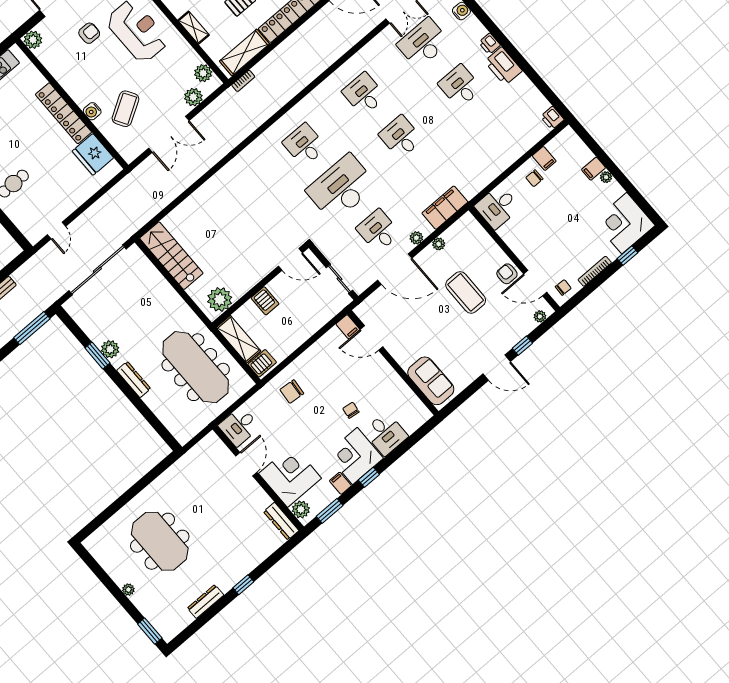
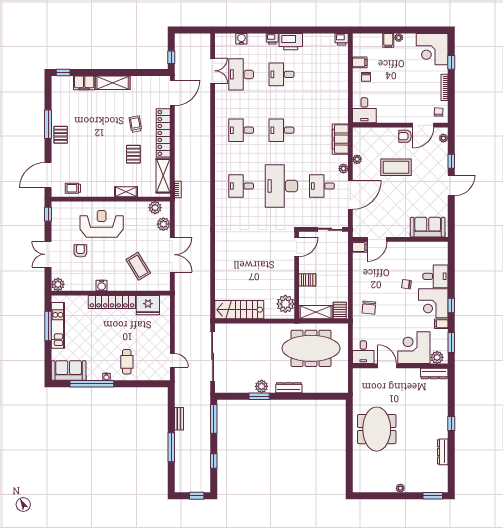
water cooler: (92, 111) -> (102, 286), moved
meeting table: (160, 541) -> (377, 429), moved, turned 90

